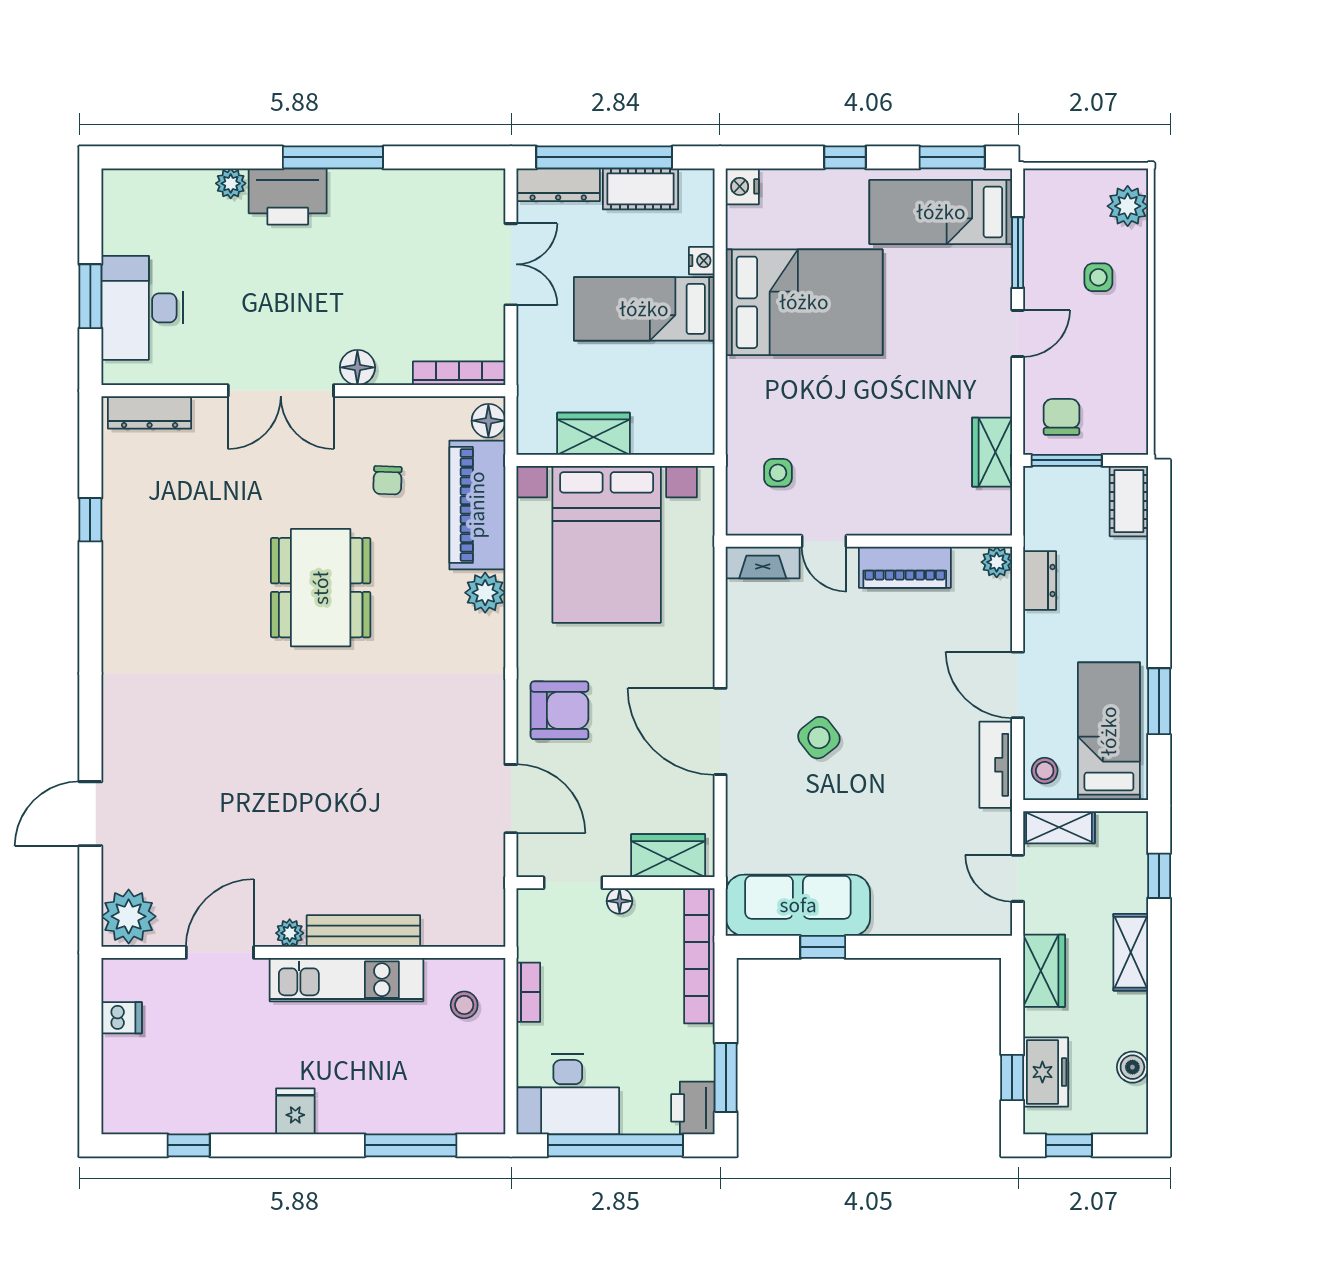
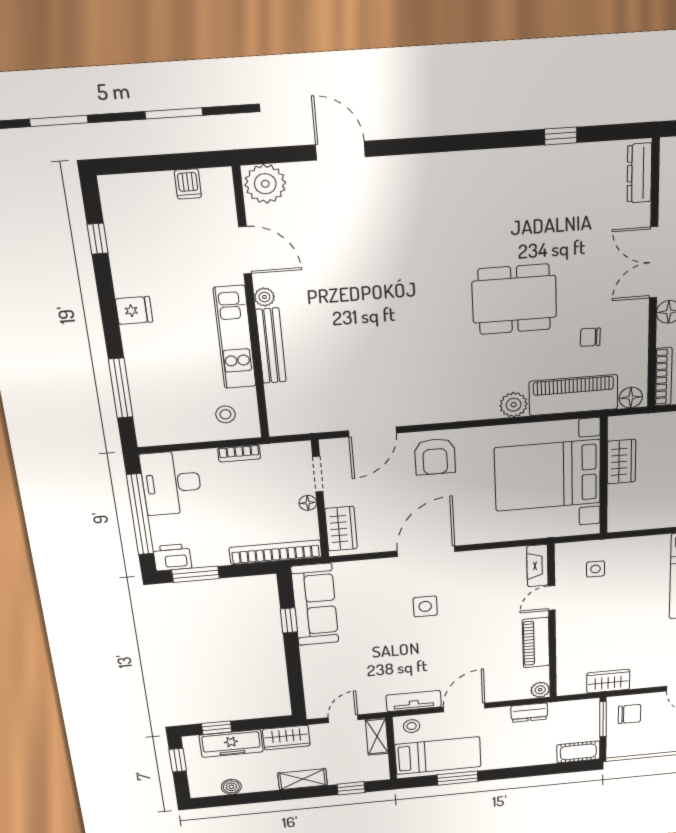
side table: (819, 738) -> (425, 606), turned 38
freezer: (1046, 1072) -> (231, 743), width x1.40

